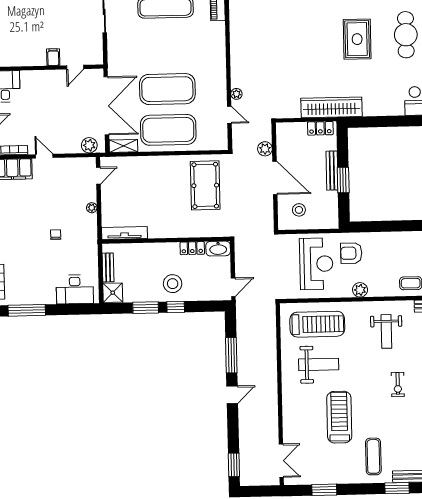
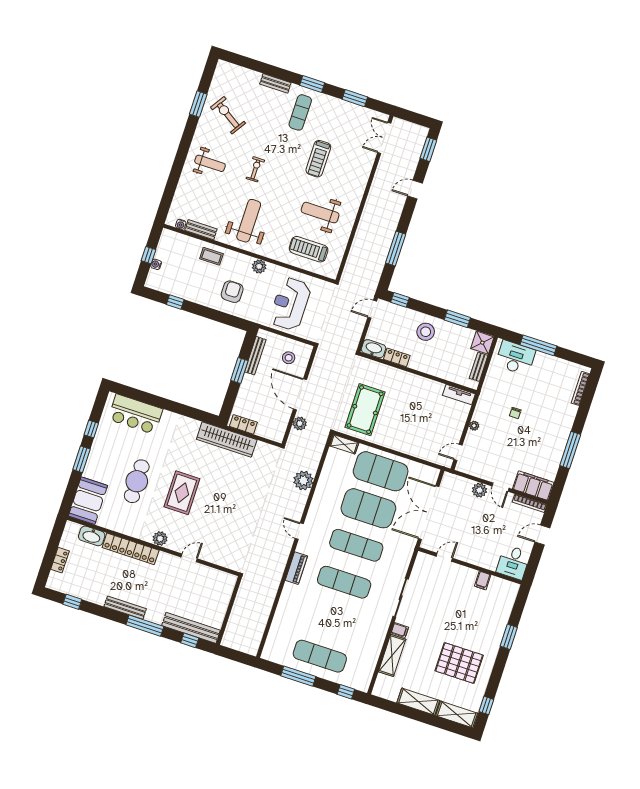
exercise mat: (166, 48) -> (356, 545), added
filing cabinet: (53, 57) -> (483, 580), moved
plant: (236, 94) -> (303, 481), width x1.87, depth x1.87
door: (229, 115) -> (299, 531), moved
plant: (89, 145) -> (479, 490), moved
shelving: (123, 146) -> (344, 444), moved
bench: (332, 171) -> (255, 356), moved
tv unit: (124, 233) -> (459, 395), width x0.71
armchair: (351, 253) -> (232, 292), moved, turned -90
window: (176, 307) -> (400, 300), moved
window: (27, 310) -> (538, 345), moved
treadmill: (317, 324) -> (309, 249), width x0.73, depth x0.73
weight bench: (386, 331) -> (249, 221), width x1.36, depth x1.33
door: (232, 395) -> (415, 190), moved
treadmill: (339, 417) -> (318, 159), width x0.73, depth x0.73
window: (397, 488) -> (312, 84), moved

